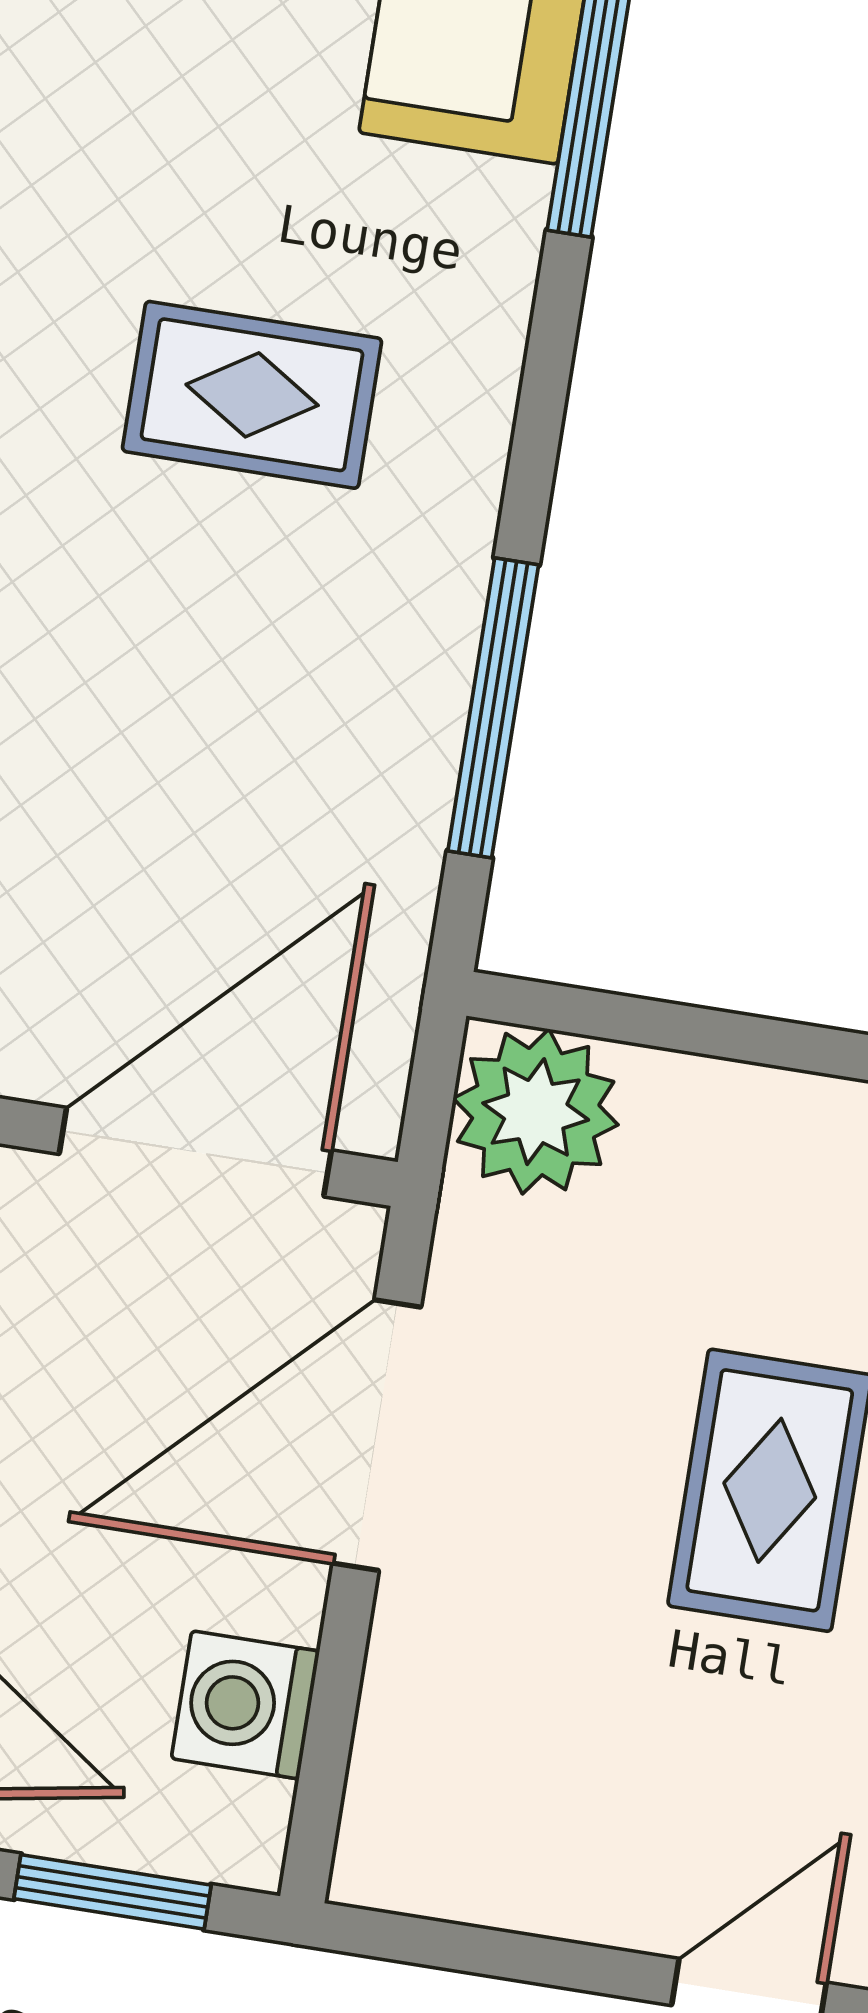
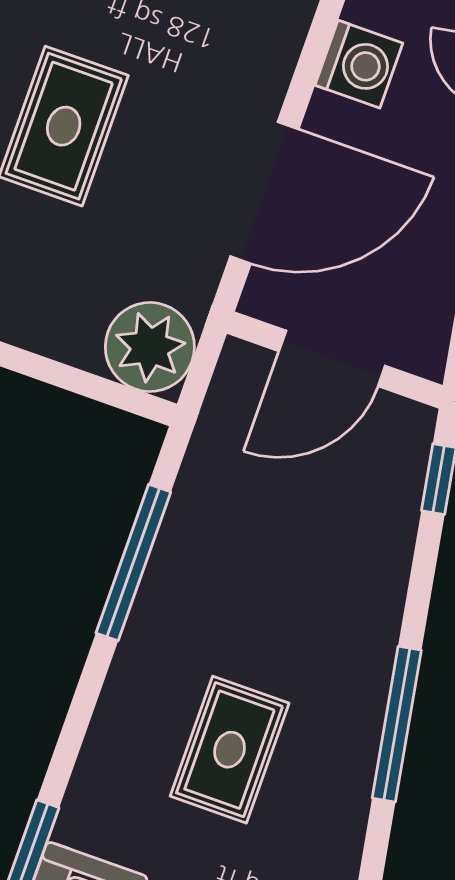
rug: (252, 395) -> (230, 750), turned 90
door: (195, 1152) -> (332, 358), width x0.73

